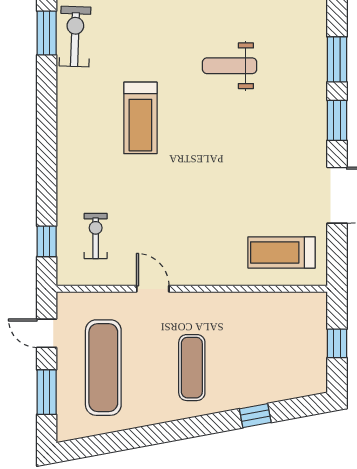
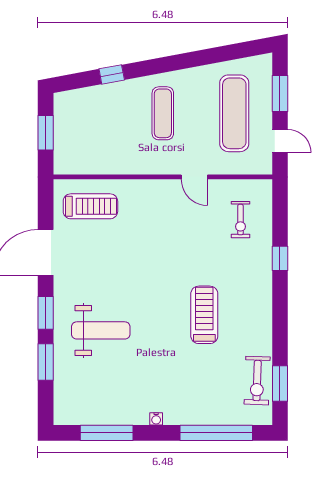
weight bench: (230, 66) -> (101, 330), moved, width x1.36, depth x1.33
window: (47, 241) -> (280, 258), moved
window: (337, 343) -> (46, 133), width x1.50

